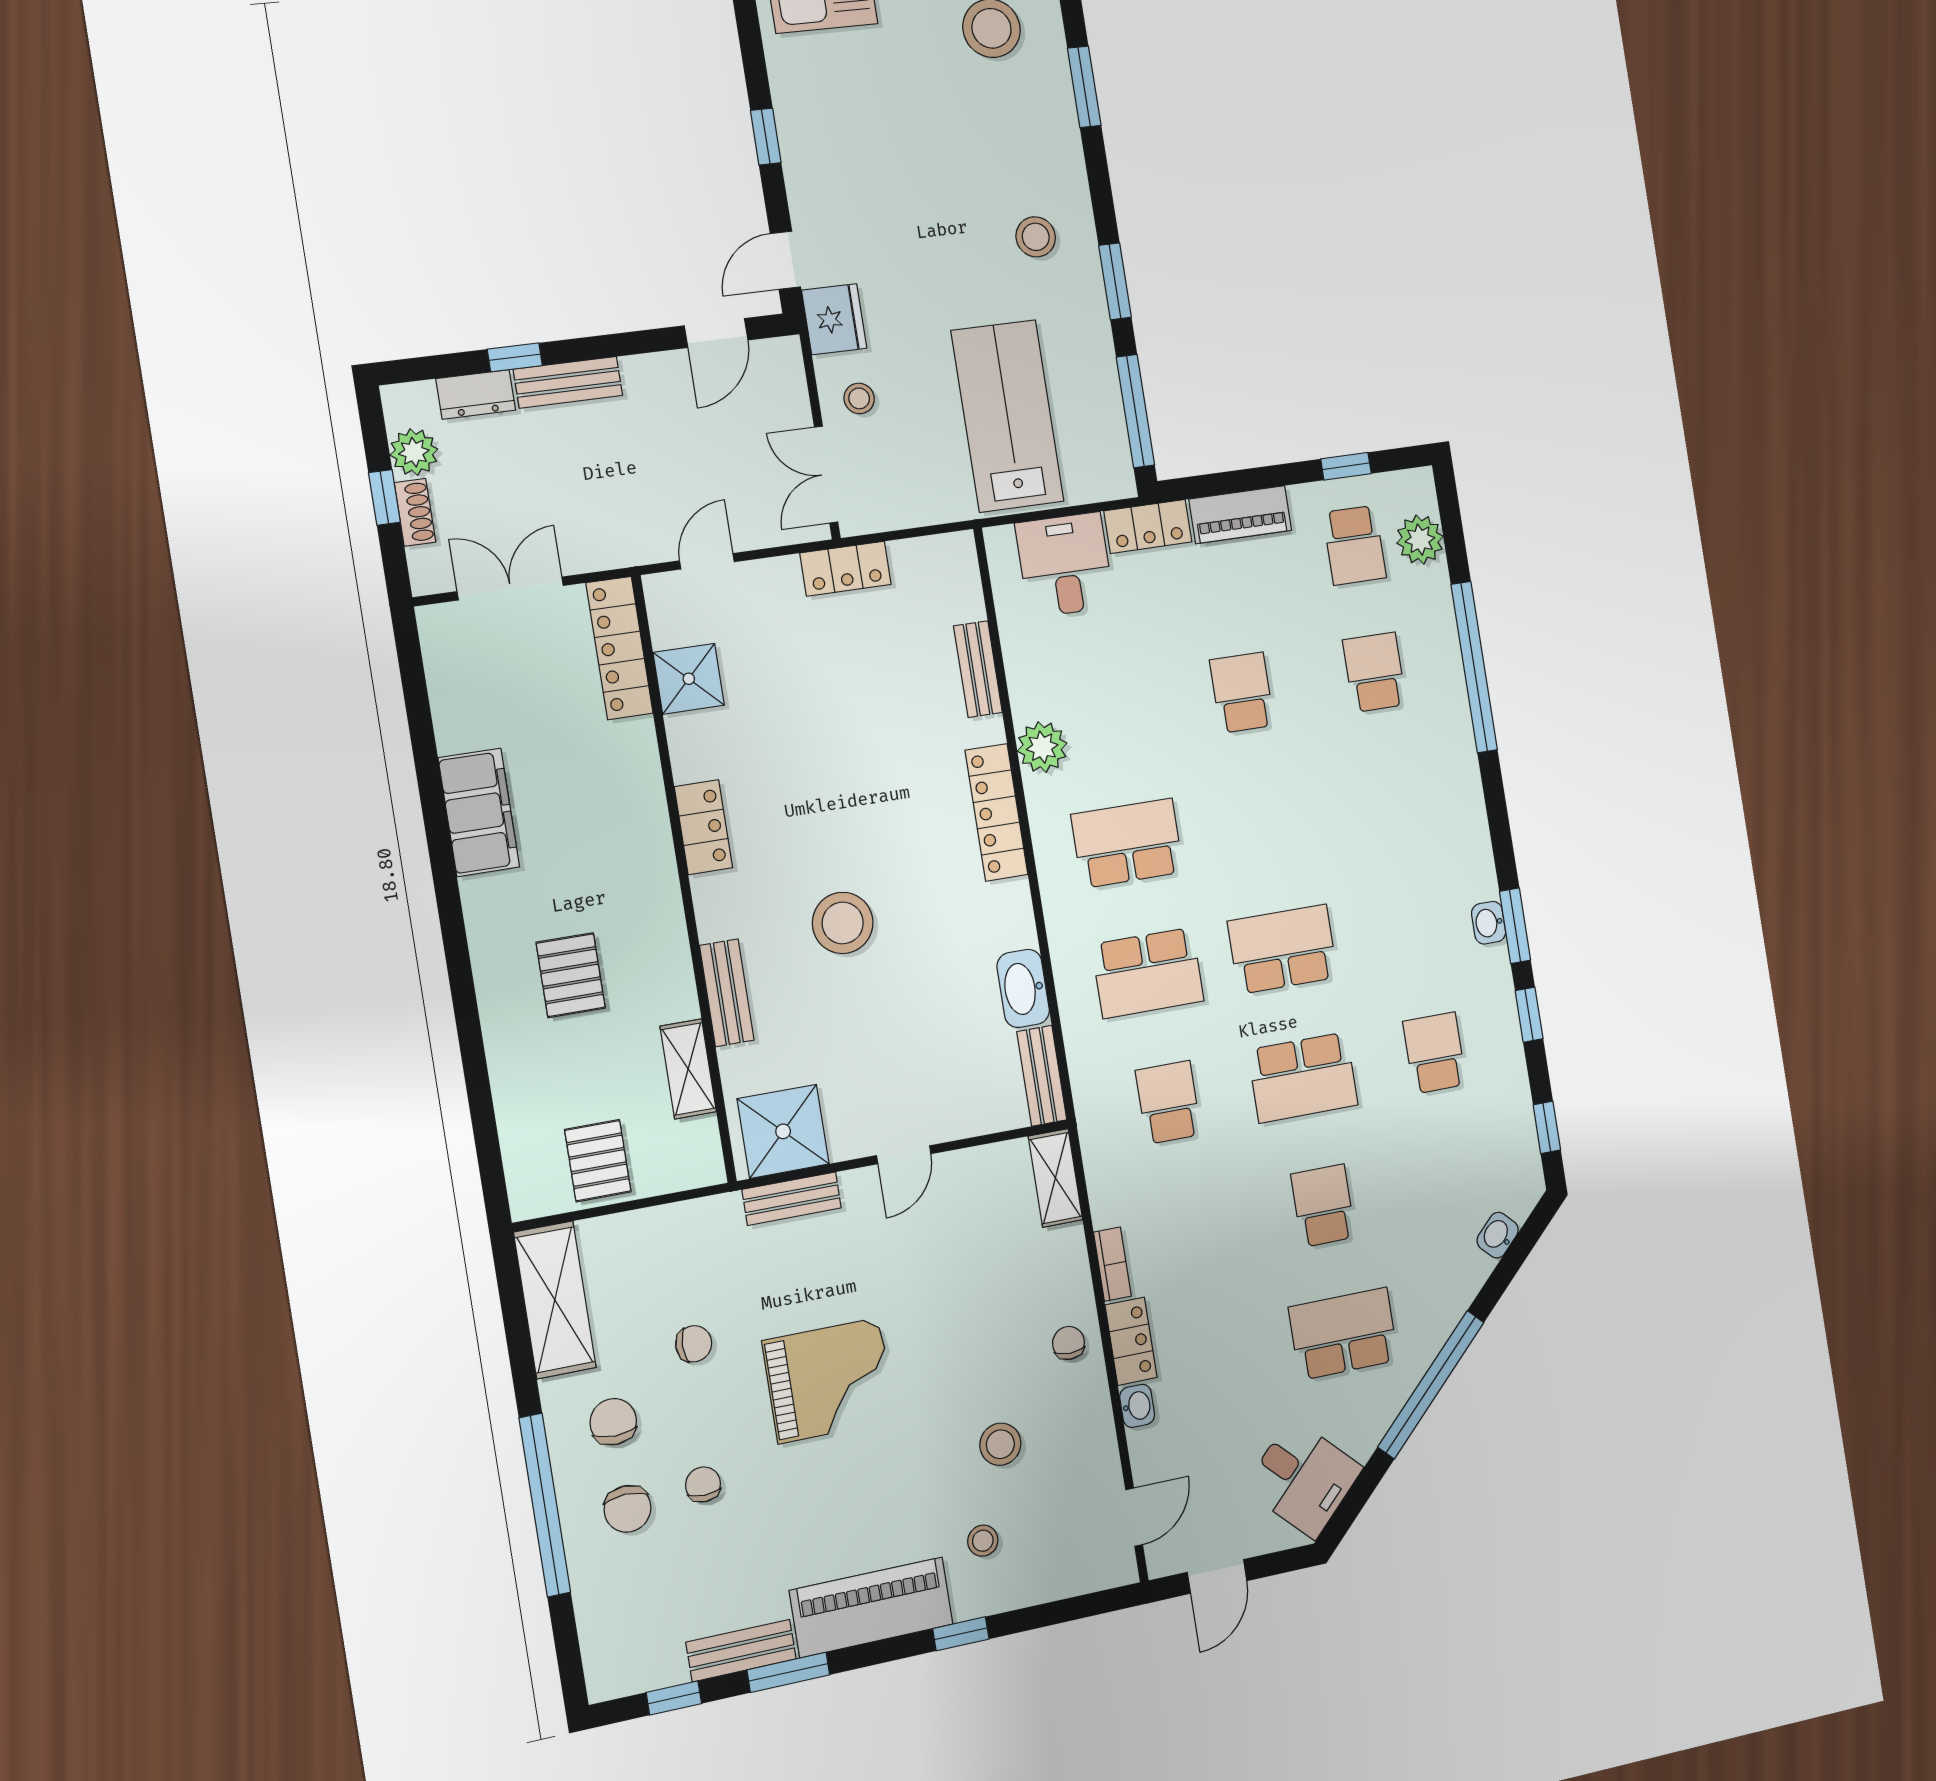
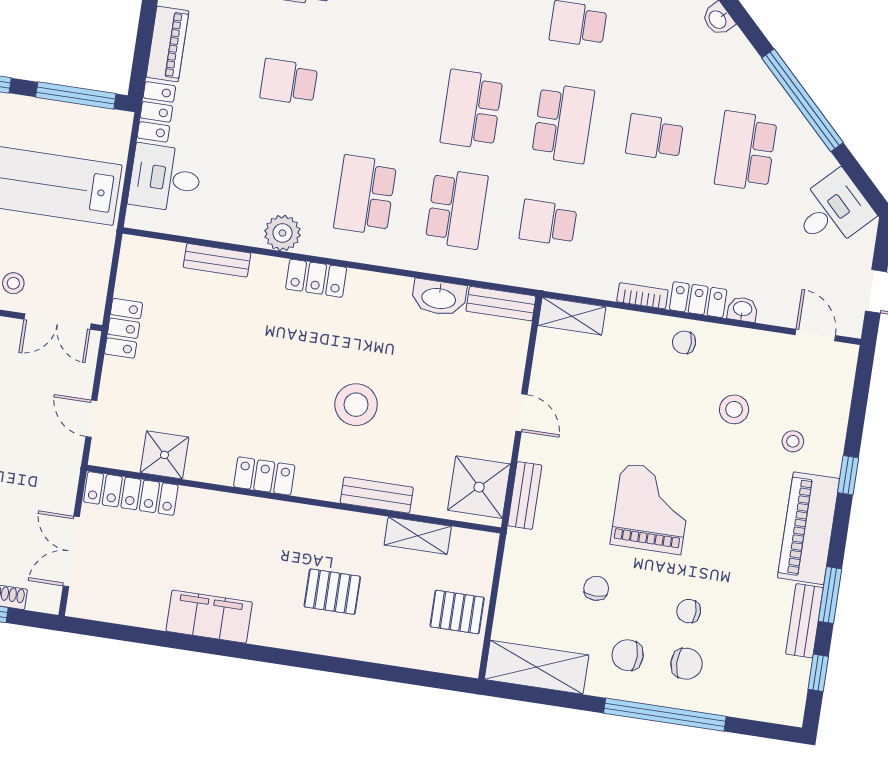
locker: (996, 812) -> (316, 278), width x0.66

